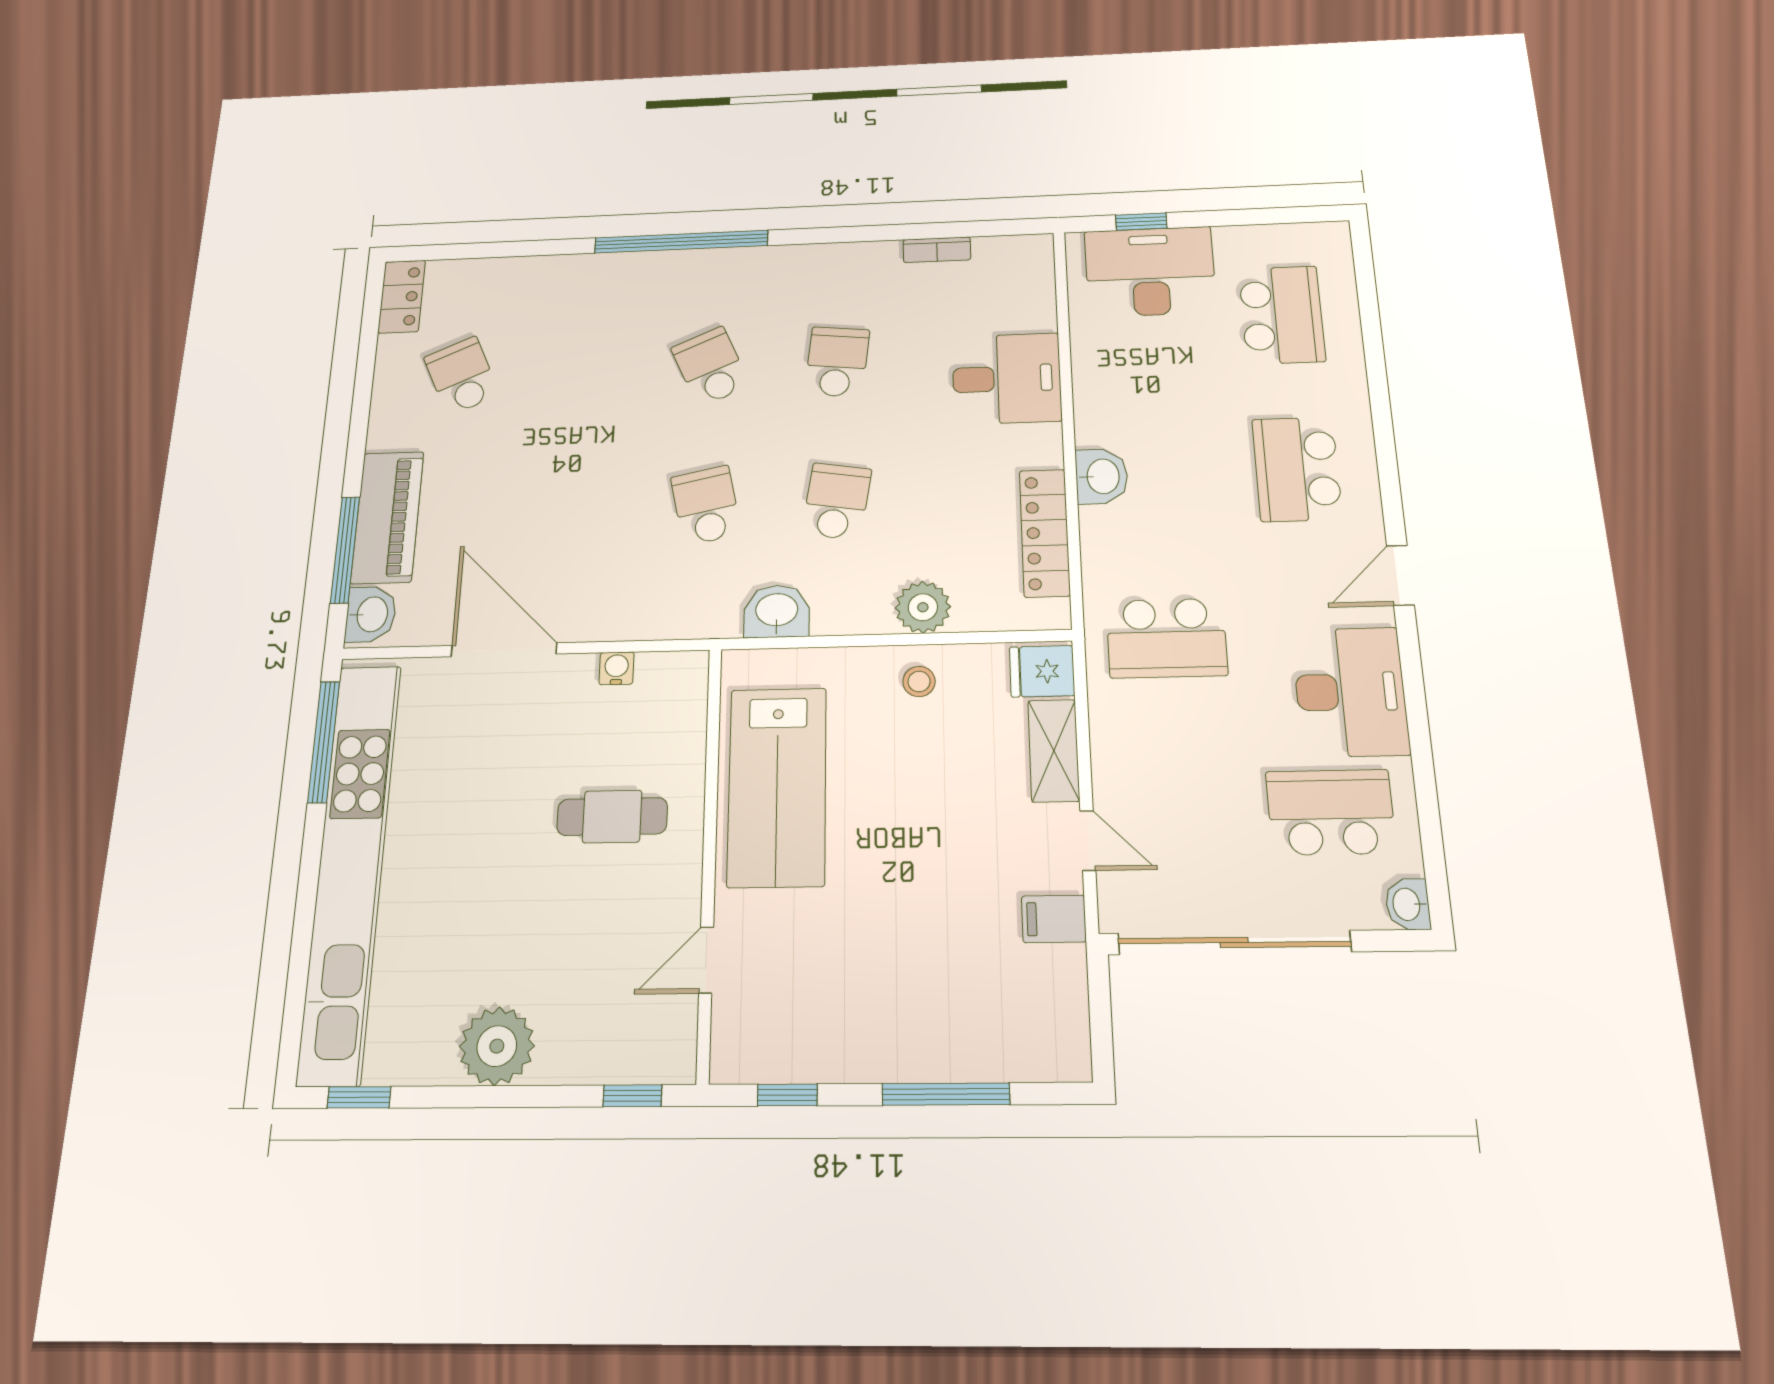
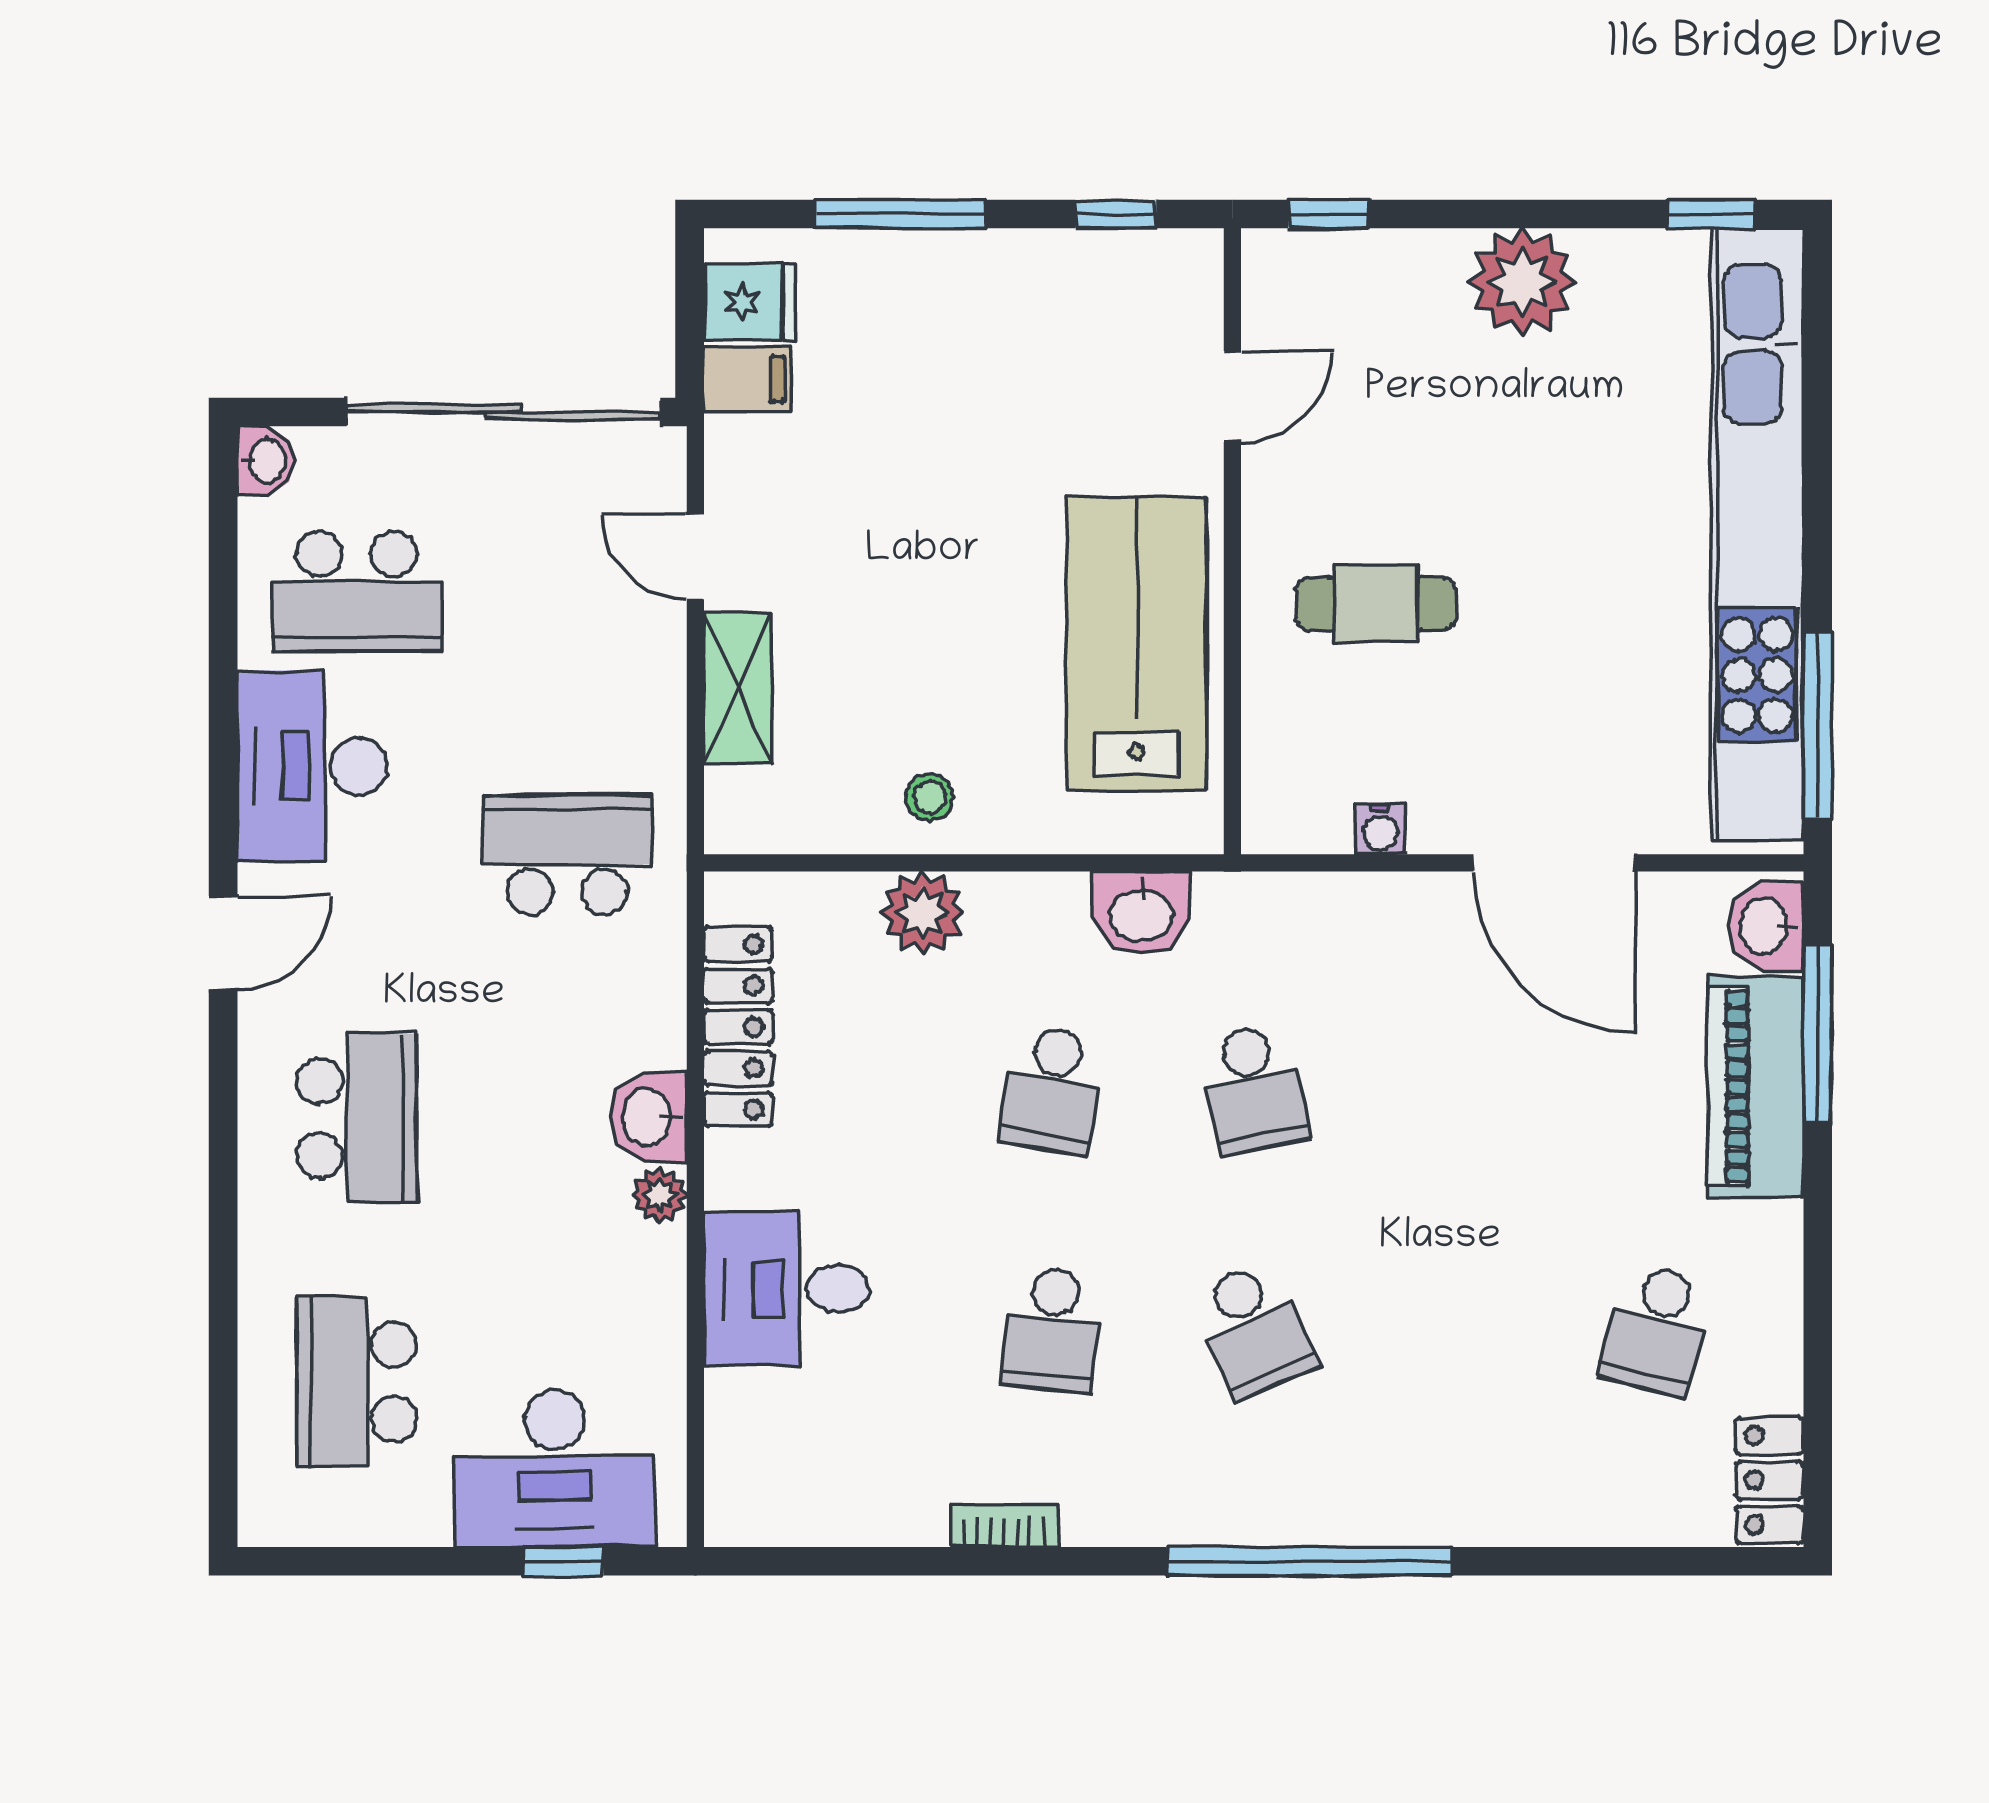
bookcase: (937, 250) -> (1004, 1526), moved
school desk: (462, 376) -> (1657, 1329), turned 39
plant: (1092, 430) -> (659, 1195), added
fridge: (1042, 671) -> (750, 302), moved
filing cabinet: (1054, 919) -> (747, 379), moved

